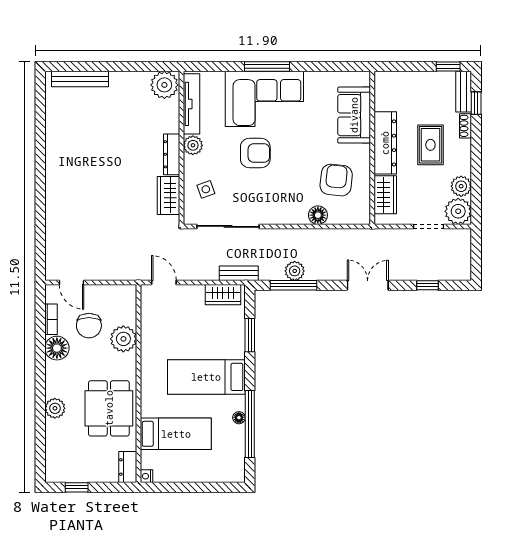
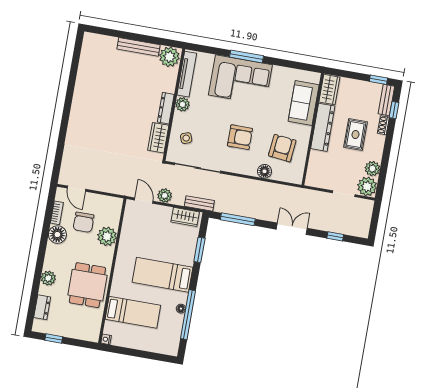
bench: (80, 79) -> (138, 47), moved
armchair: (255, 153) -> (240, 137), moved
wardrobe: (385, 195) -> (329, 90), moved
plant: (295, 271) -> (165, 196), moved
dresser: (128, 467) -> (42, 307), moved, turned 180

